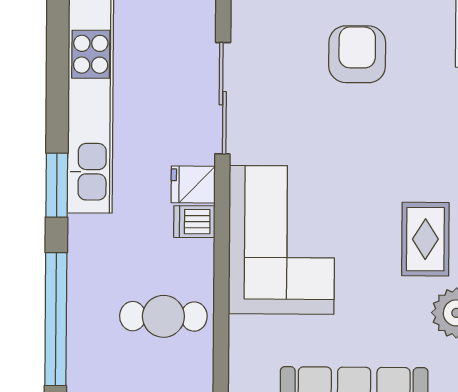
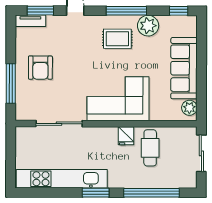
armchair: (357, 54) -> (40, 68), turned -90
fridge: (193, 185) -> (126, 136), moved
dishwasher: (194, 222) -> (111, 135), removed

